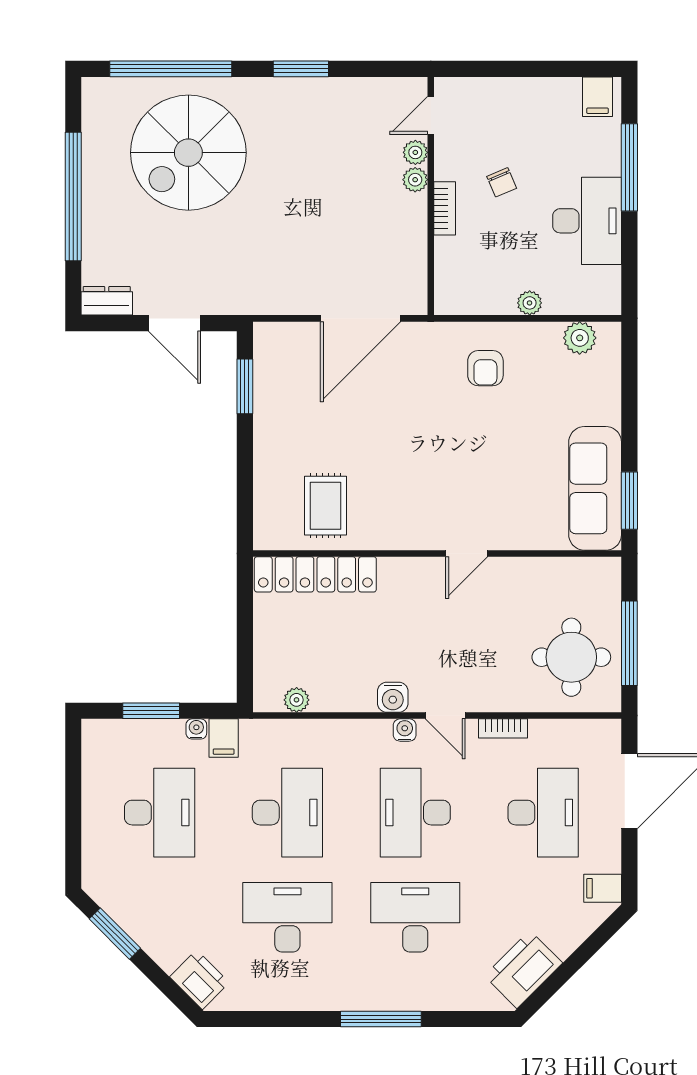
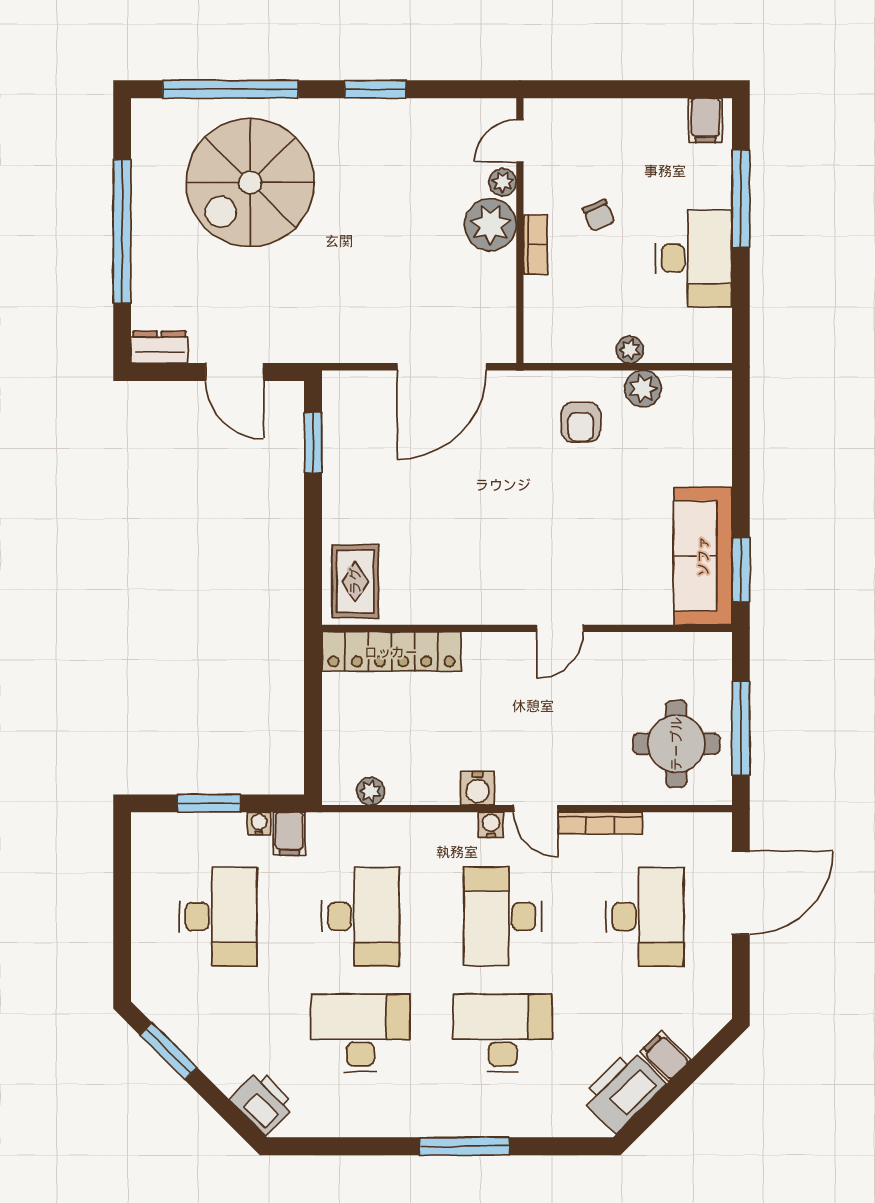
plant: (415, 180) -> (490, 225), width x1.88, depth x1.88
plant: (580, 338) -> (643, 389), moved
rug: (326, 506) -> (355, 581), moved
bookcase: (503, 728) -> (600, 823), width x1.56
filing cabinet: (603, 888) -> (665, 1056), moved, turned 45

